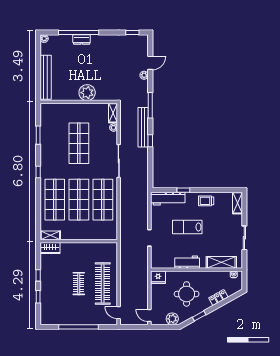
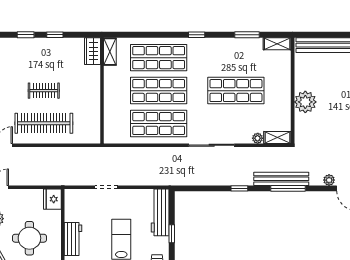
shelving: (45, 113) -> (277, 44), added
bench: (143, 127) -> (281, 179), moved

